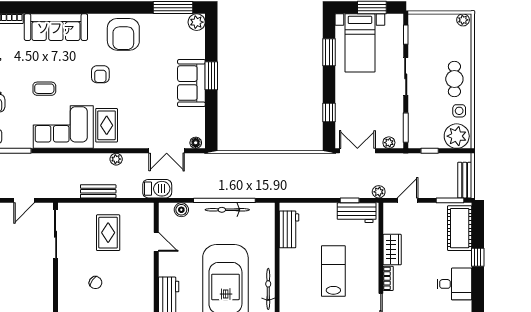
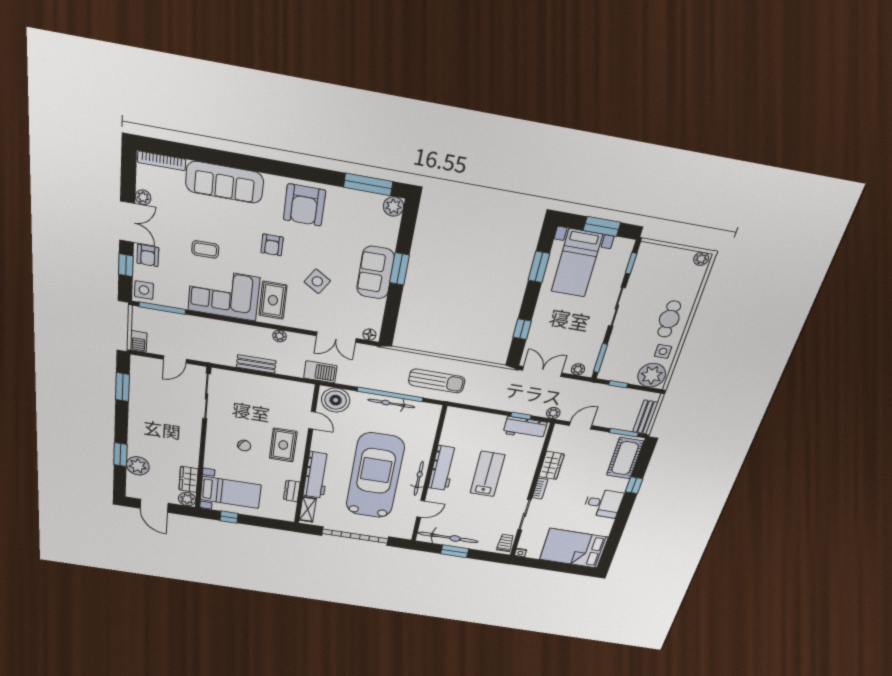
side table: (143, 100) -> (317, 281), added
sun lounger: (264, 178) -> (437, 381), added
boiler: (181, 210) -> (336, 400), width x1.86, depth x1.86
workbench: (289, 229) -> (443, 468), moved, width x1.37
rug: (108, 233) -> (283, 445), moved

